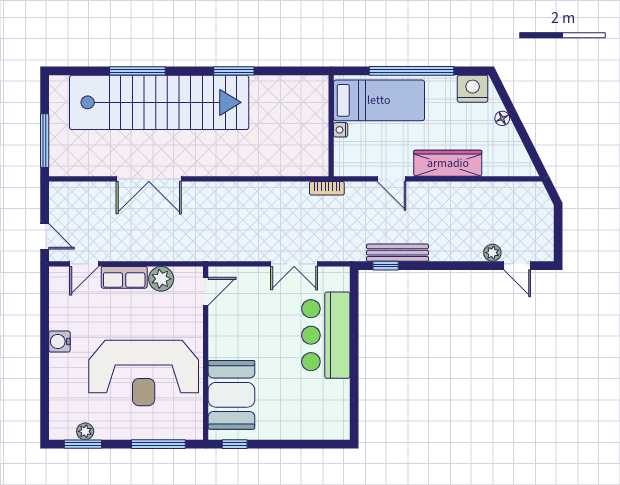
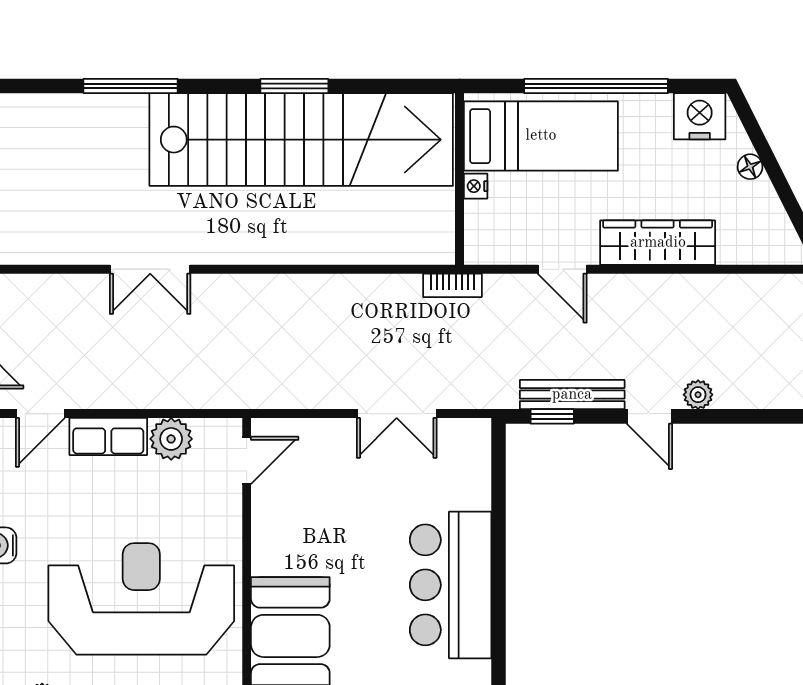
stairs: (159, 102) -> (301, 140), moved
double door: (149, 179) -> (150, 269), width x0.73
plant: (492, 253) -> (698, 395), moved
door: (517, 266) -> (649, 416), moved
bar counter: (326, 335) -> (451, 585), moved
reception desk: (144, 373) -> (141, 599), turned 180

